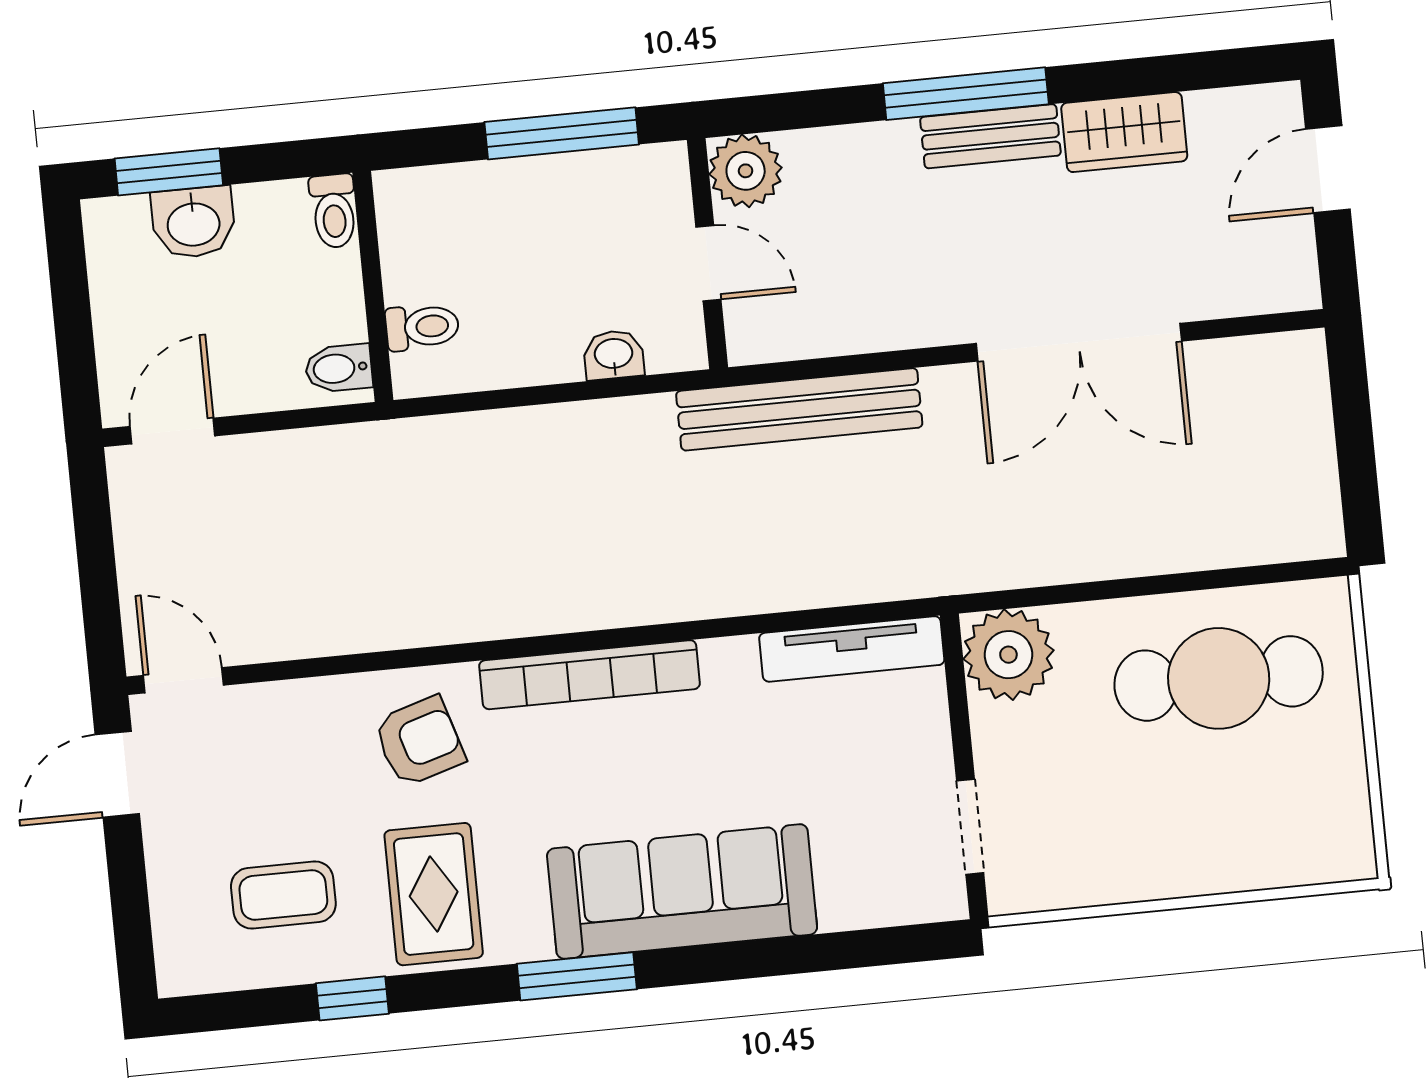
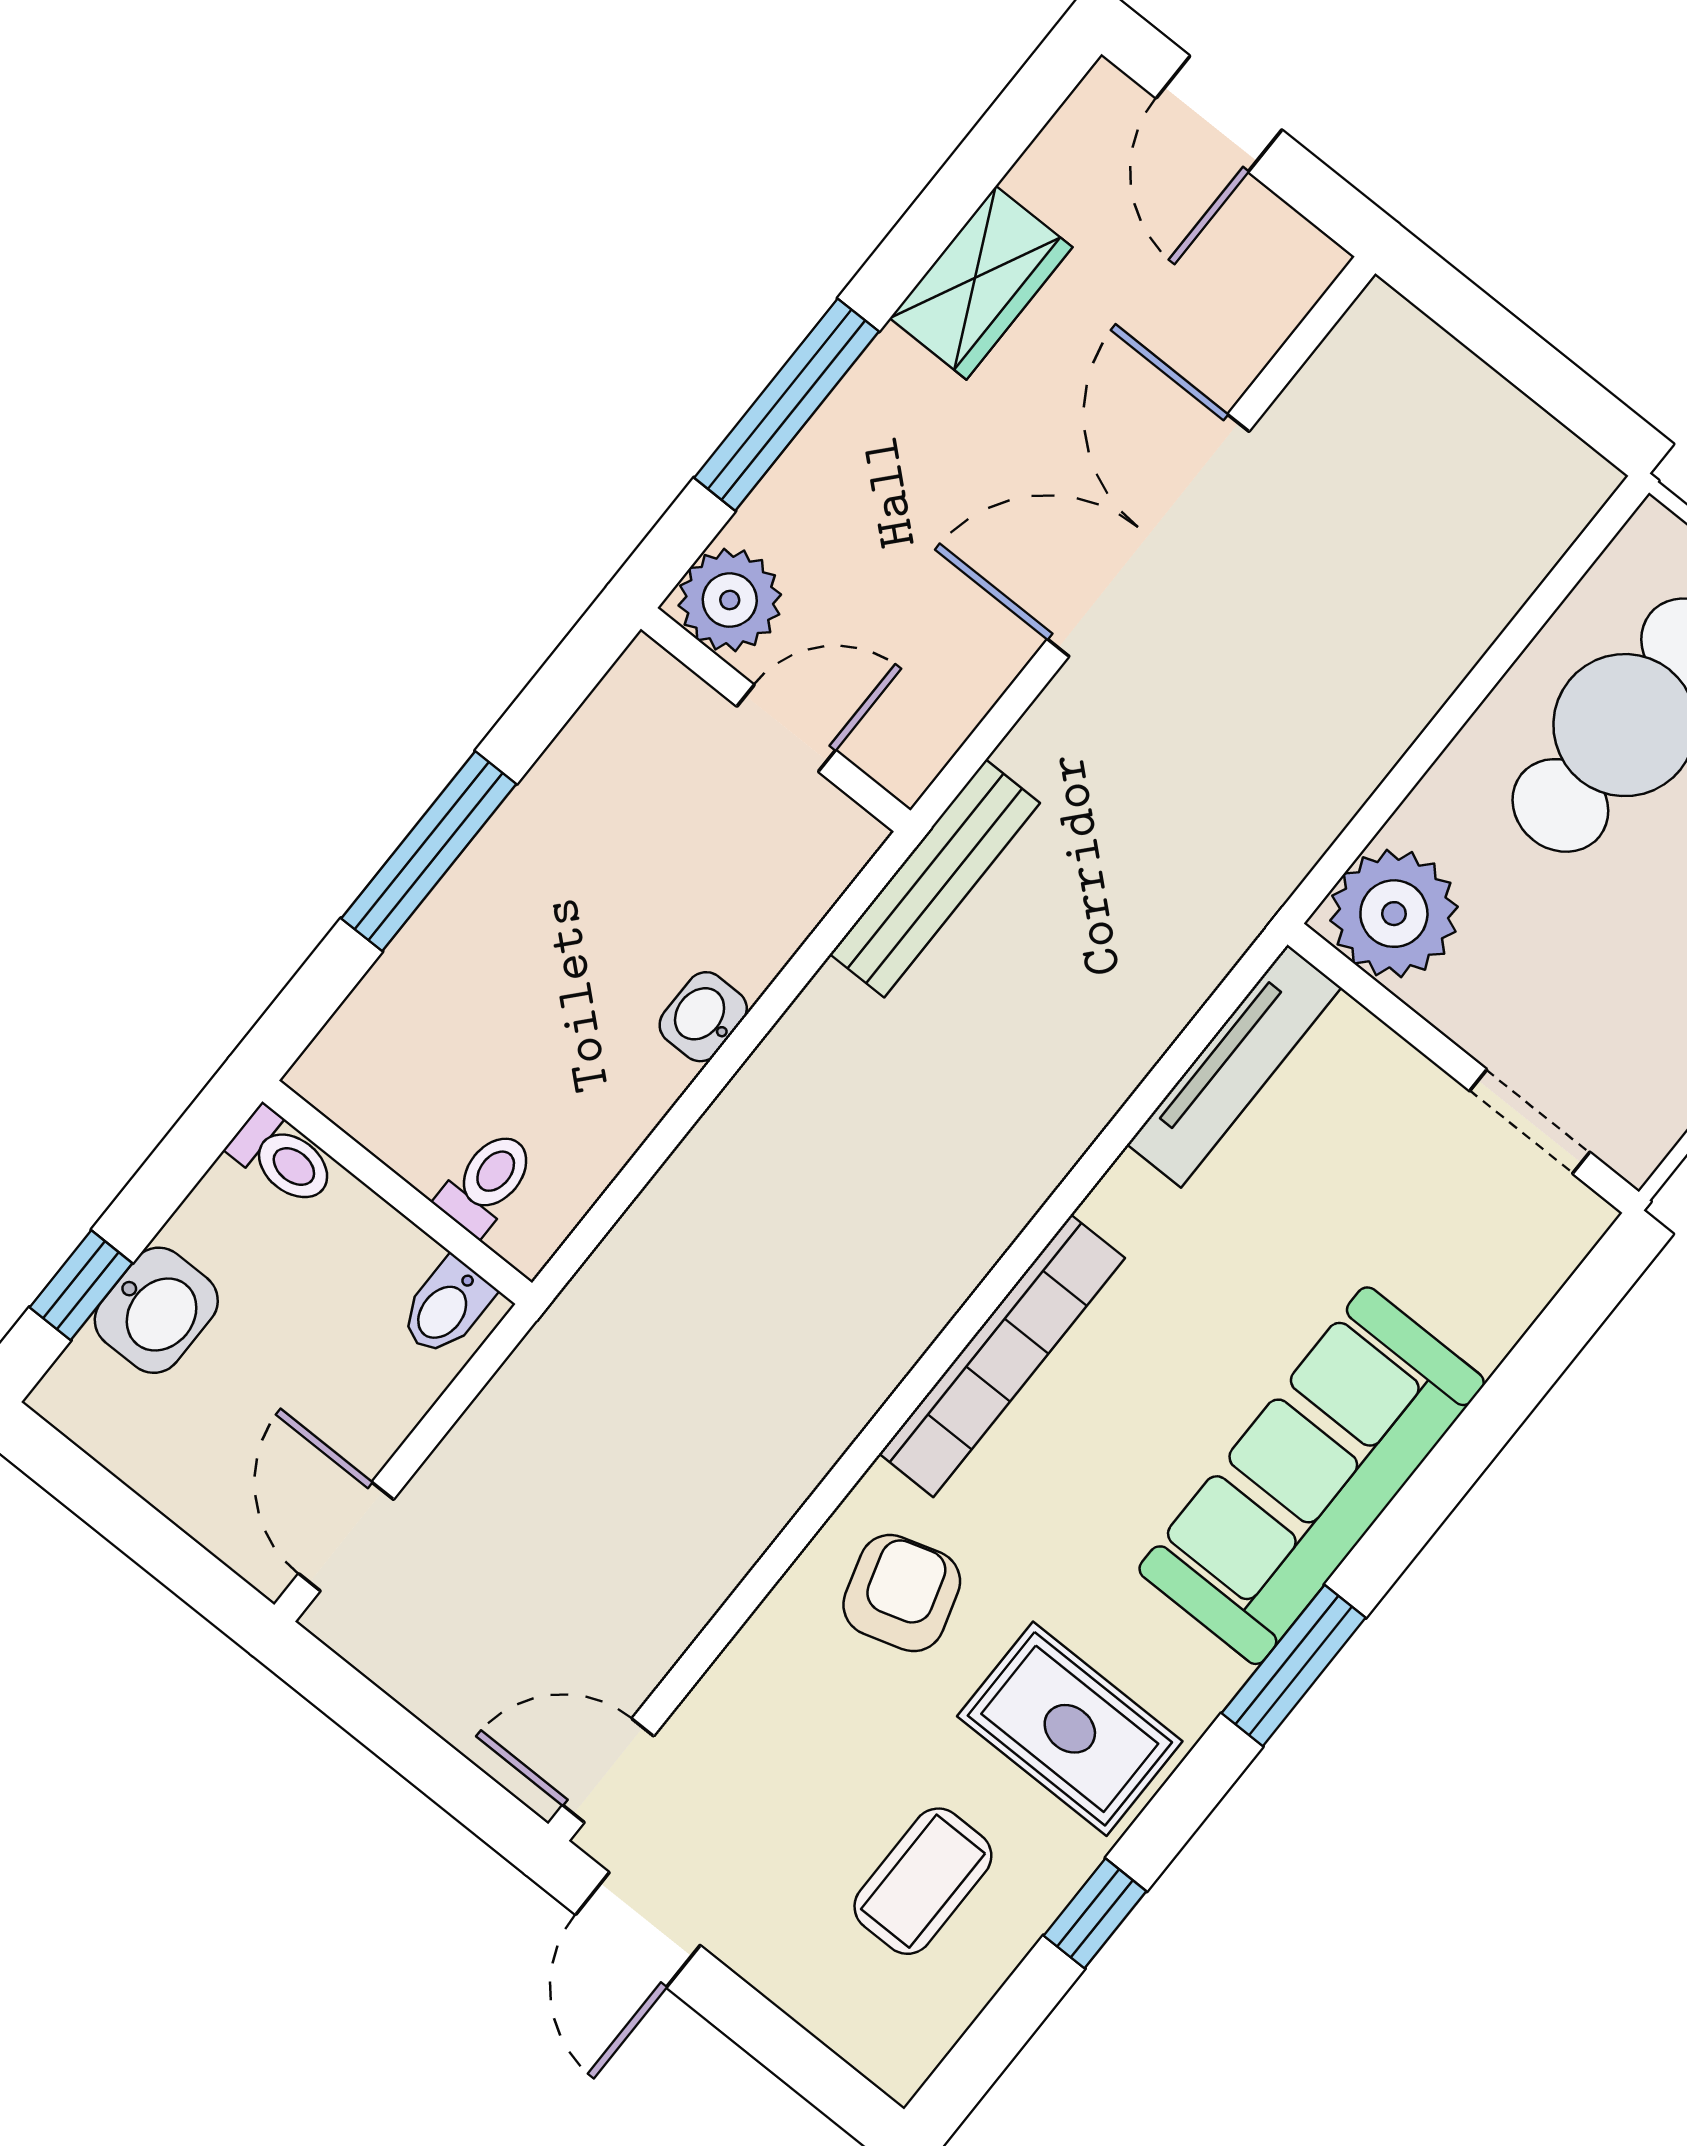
bench: (990, 136) -> (854, 422), removed
plant: (746, 171) -> (730, 600), moved
window: (169, 172) -> (81, 1285), width x0.67
wall: (707, 254) -> (776, 720), moved
door: (708, 263) -> (786, 728), moved
double door: (1079, 342) -> (1148, 535), swing flipped
bench: (799, 409) -> (935, 878), width x0.73, depth x0.82

